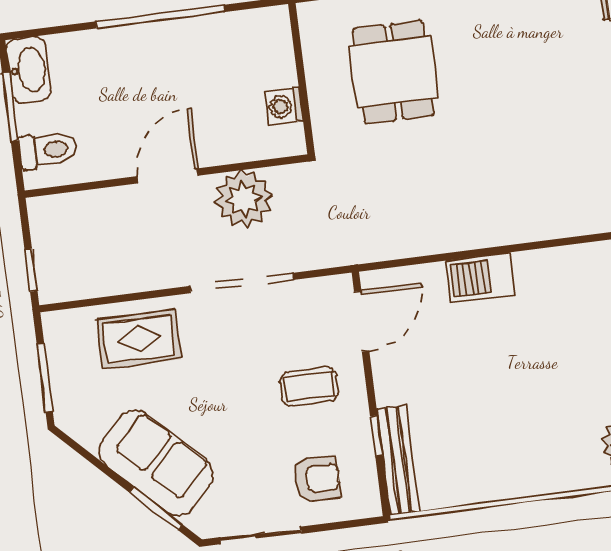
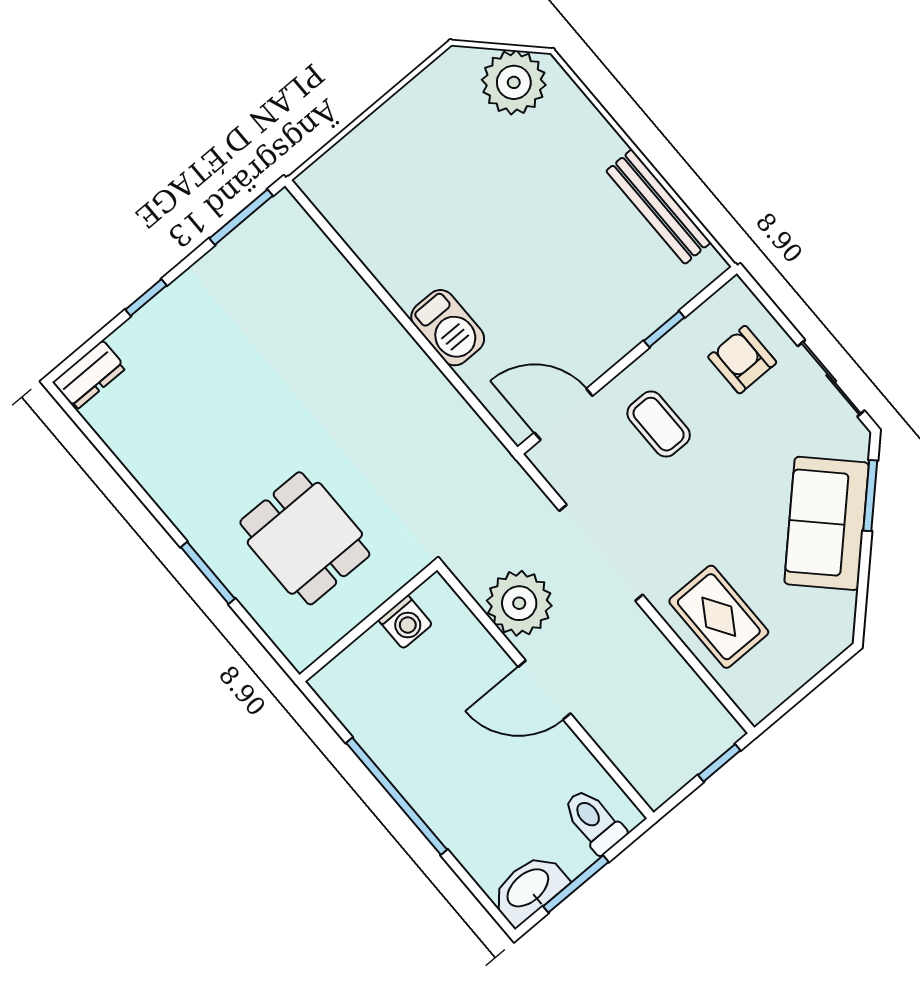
dining table: (393, 72) -> (305, 538), turned 90
window: (45, 378) -> (814, 683), removed
bench: (398, 460) -> (658, 207), moved, turned 90

